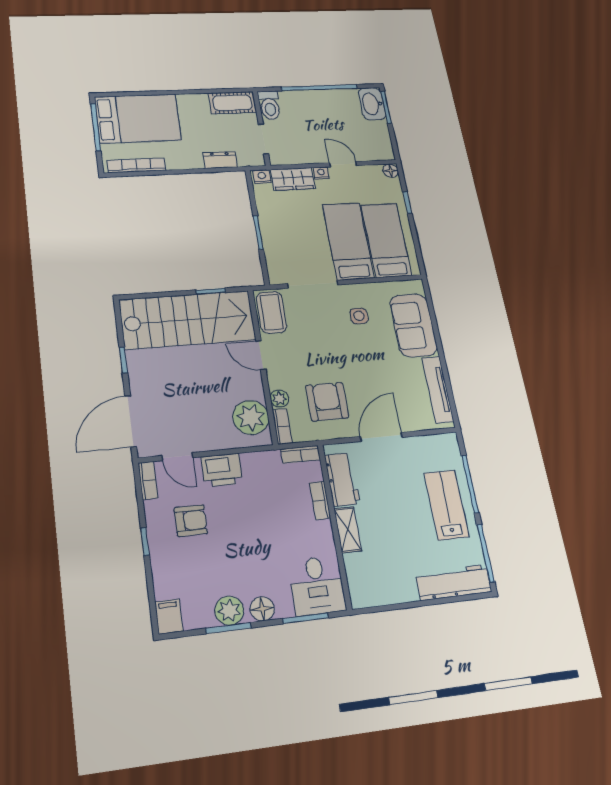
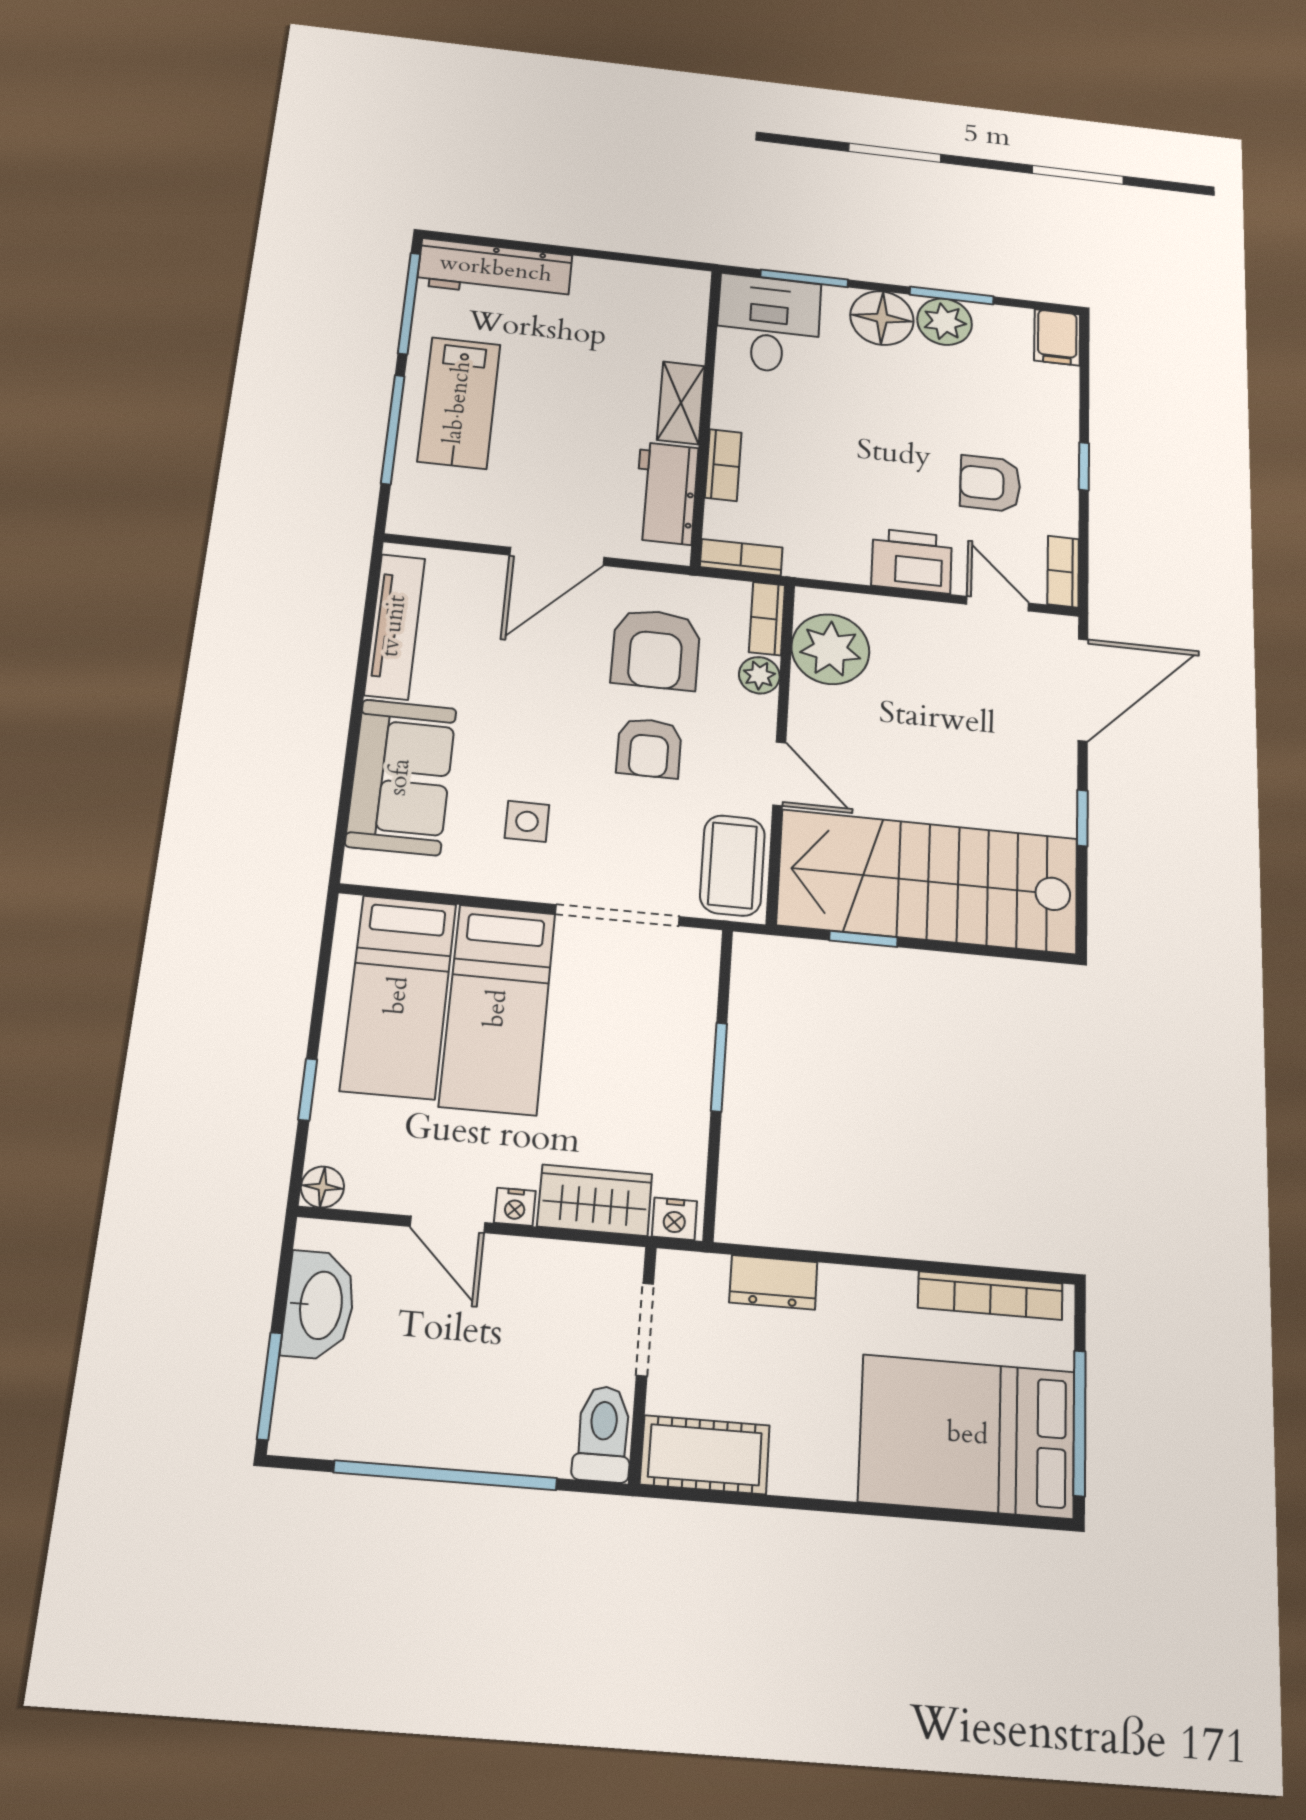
washbasin: (372, 104) -> (319, 1305), moved
armchair: (318, 356) -> (649, 748), added
floor lamp: (262, 609) -> (882, 318), width x1.38, depth x1.38

